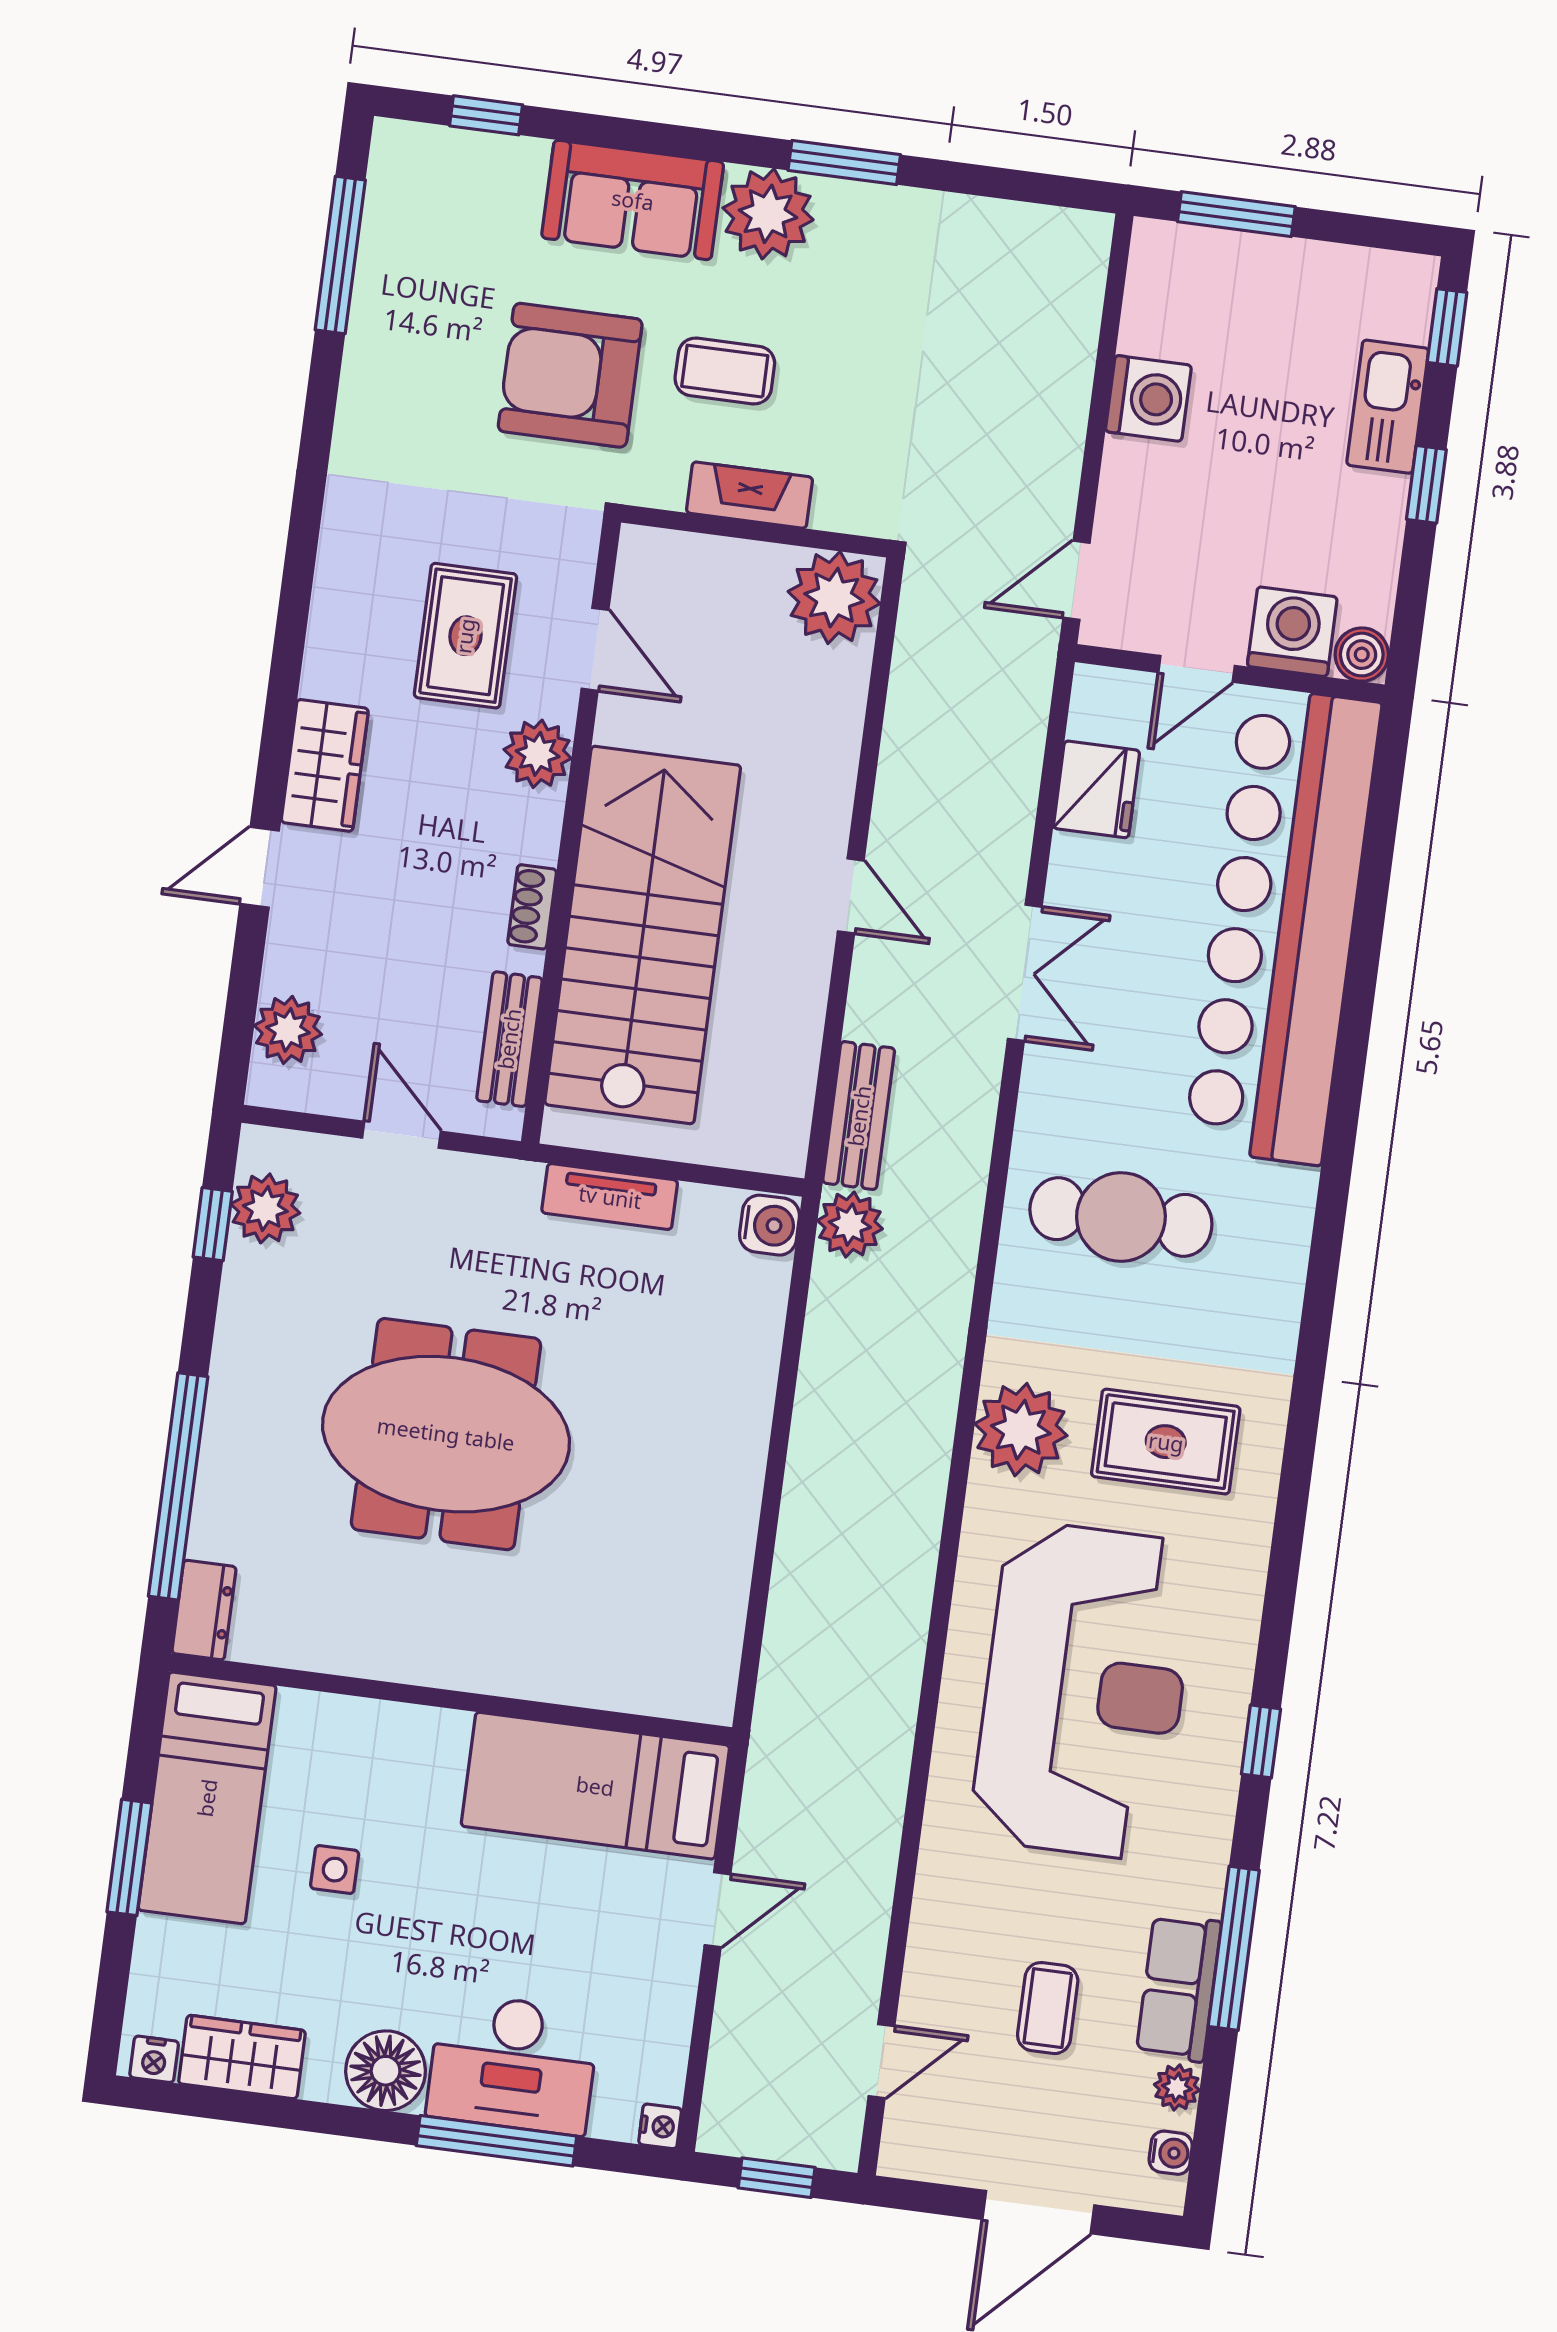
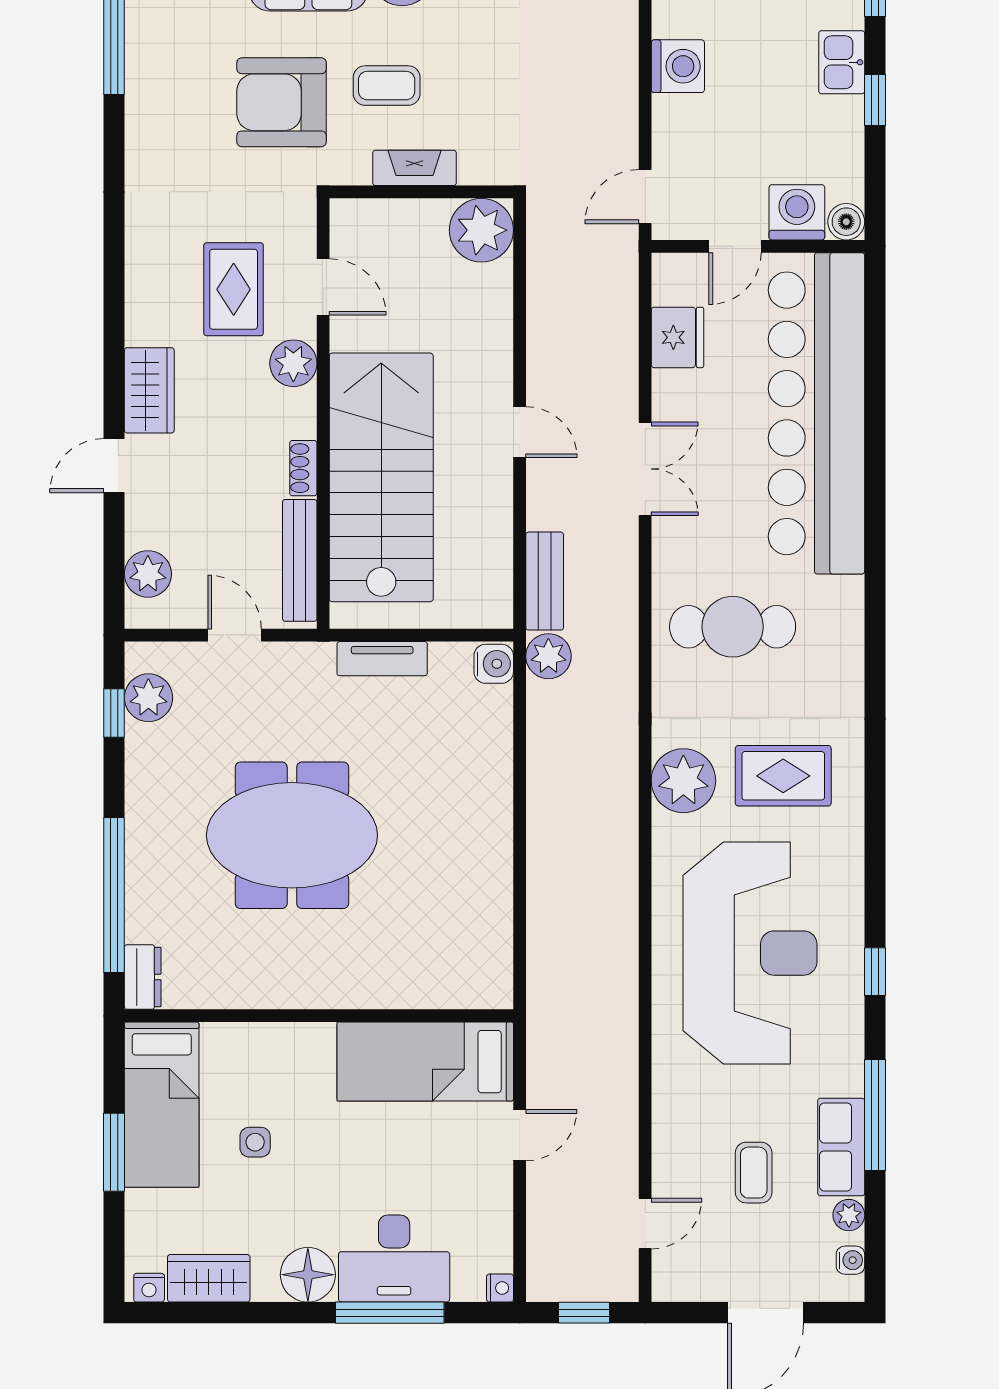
kitchen sink: (1388, 407) -> (842, 62), width x0.73
bench: (509, 1039) -> (300, 560), width x1.36

